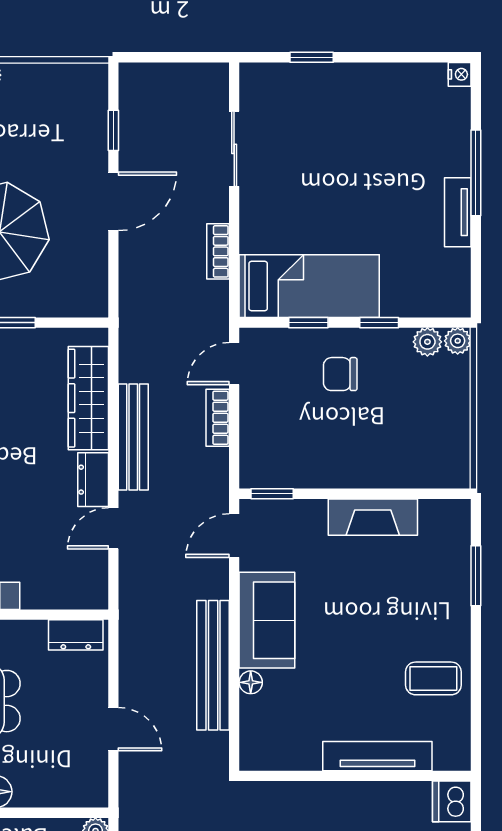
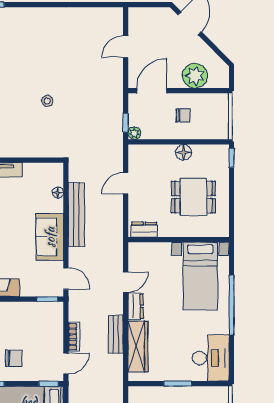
window: (308, 323) -> (49, 384), moved
bench: (133, 437) -> (116, 334), width x0.73
door: (234, 536) -> (66, 279), hinge flipped
floor lamp: (251, 682) -> (58, 192), moved
door: (113, 729) -> (126, 183), hinge flipped

